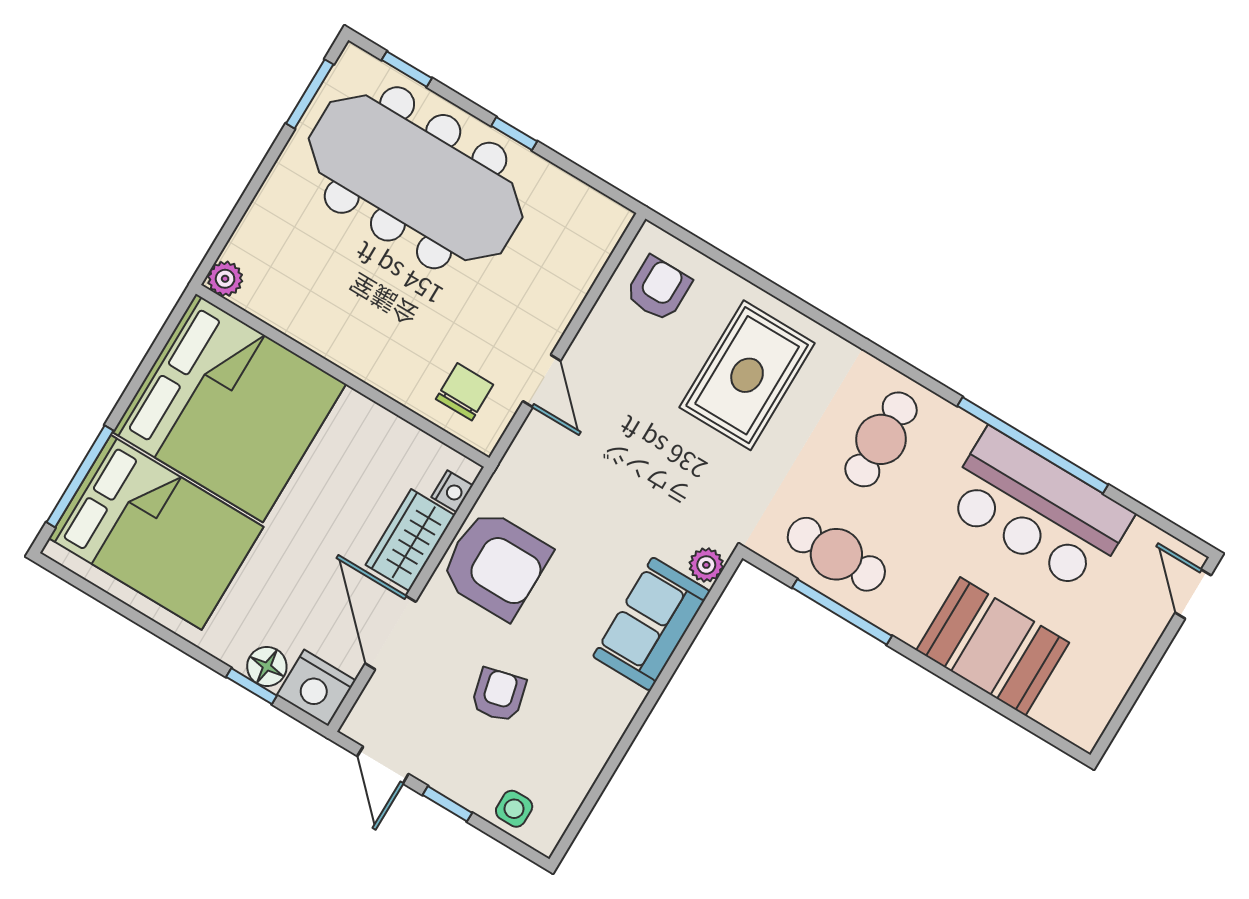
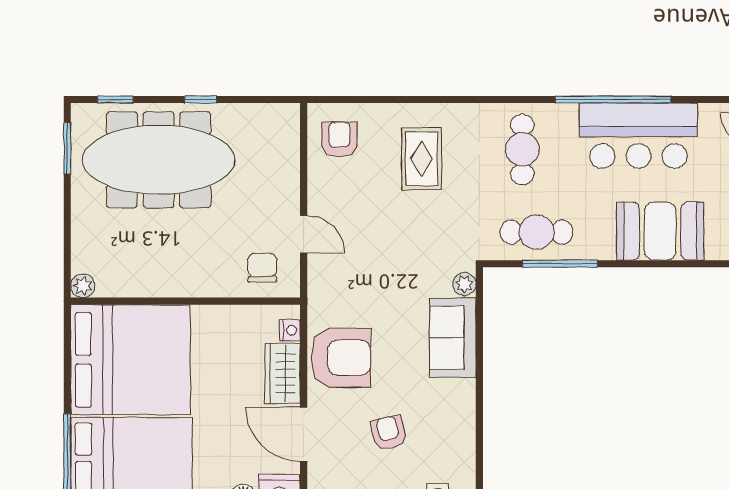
rug: (747, 375) -> (422, 159), width x0.73, depth x0.70

